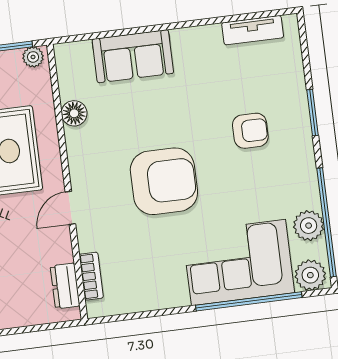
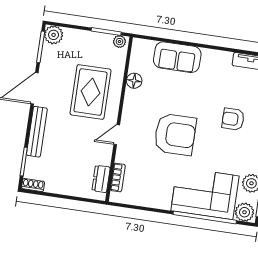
armchair: (250, 131) -> (233, 119), turned 180

